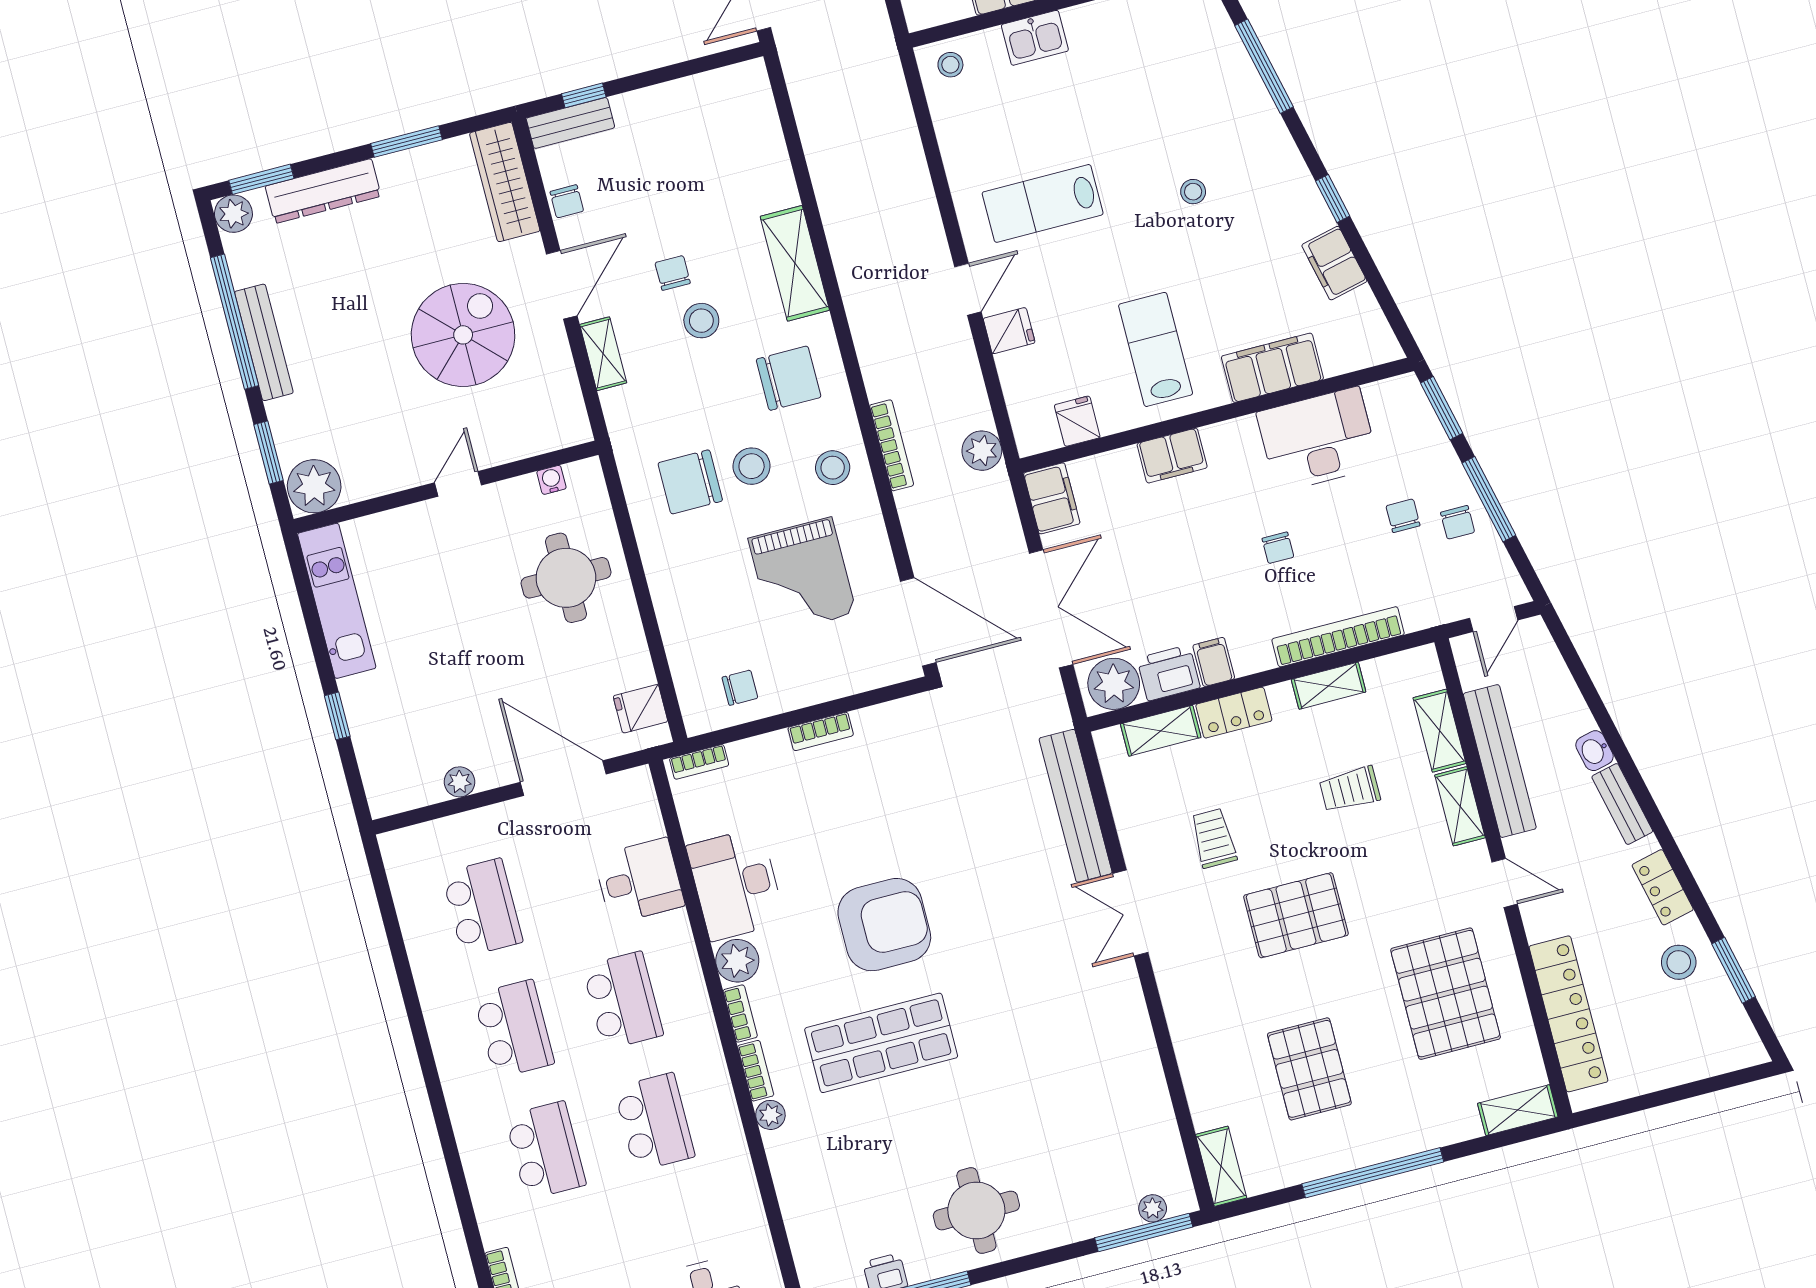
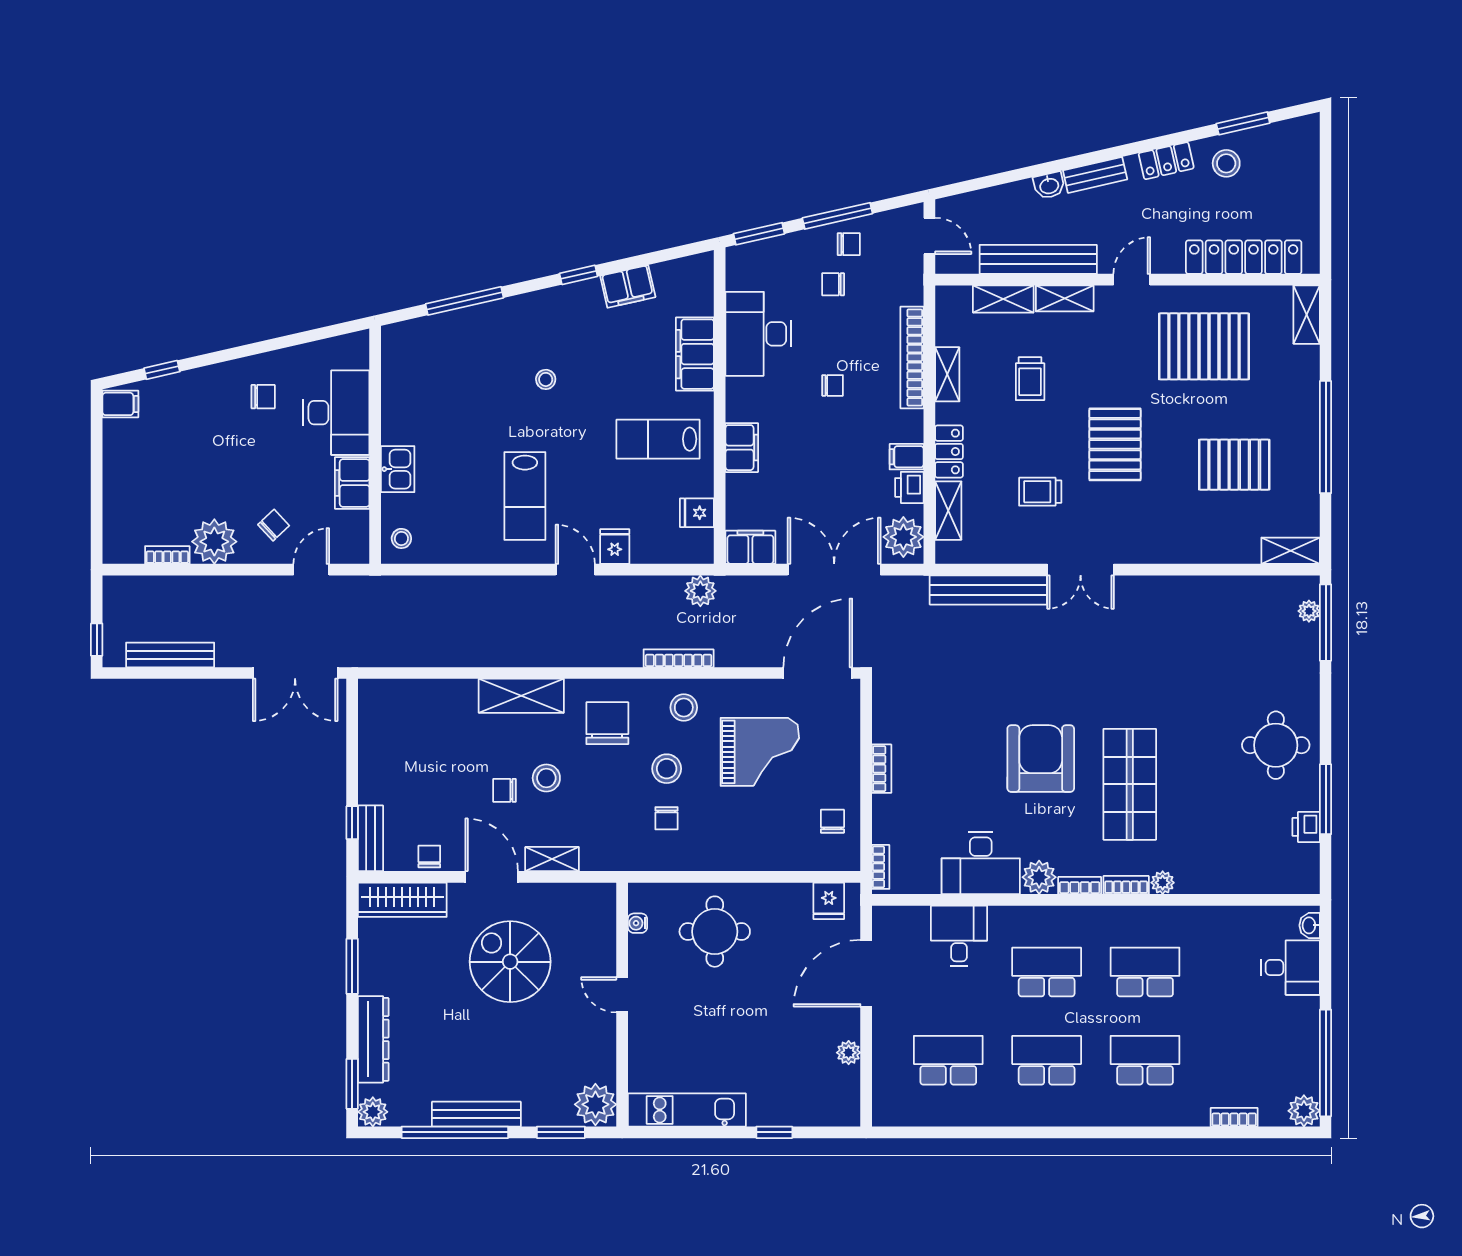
chair: (567, 201) -> (429, 856), turned -90
chair: (690, 482) -> (667, 818), width x0.54, depth x0.54
printer: (1169, 673) -> (909, 487), width x0.73, depth x0.81

